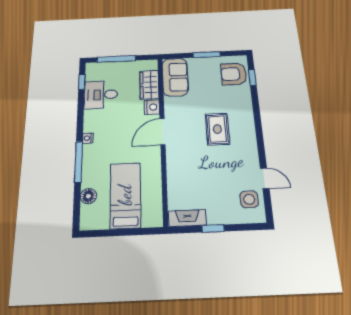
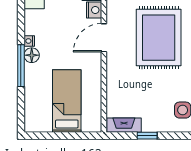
rug: (217, 129) -> (159, 38), width x1.86, depth x2.06
floor lamp: (88, 196) -> (32, 55), moved

